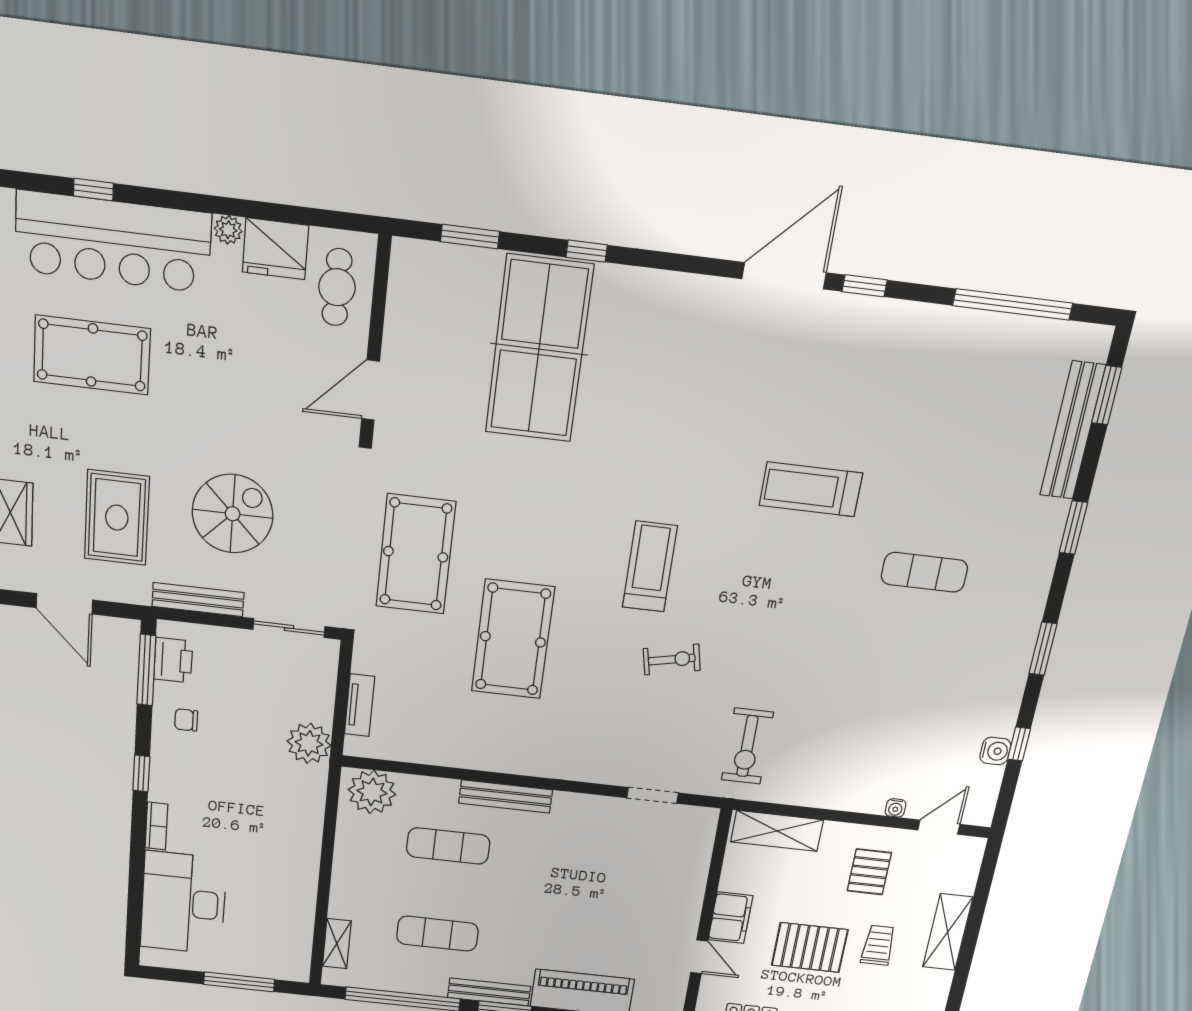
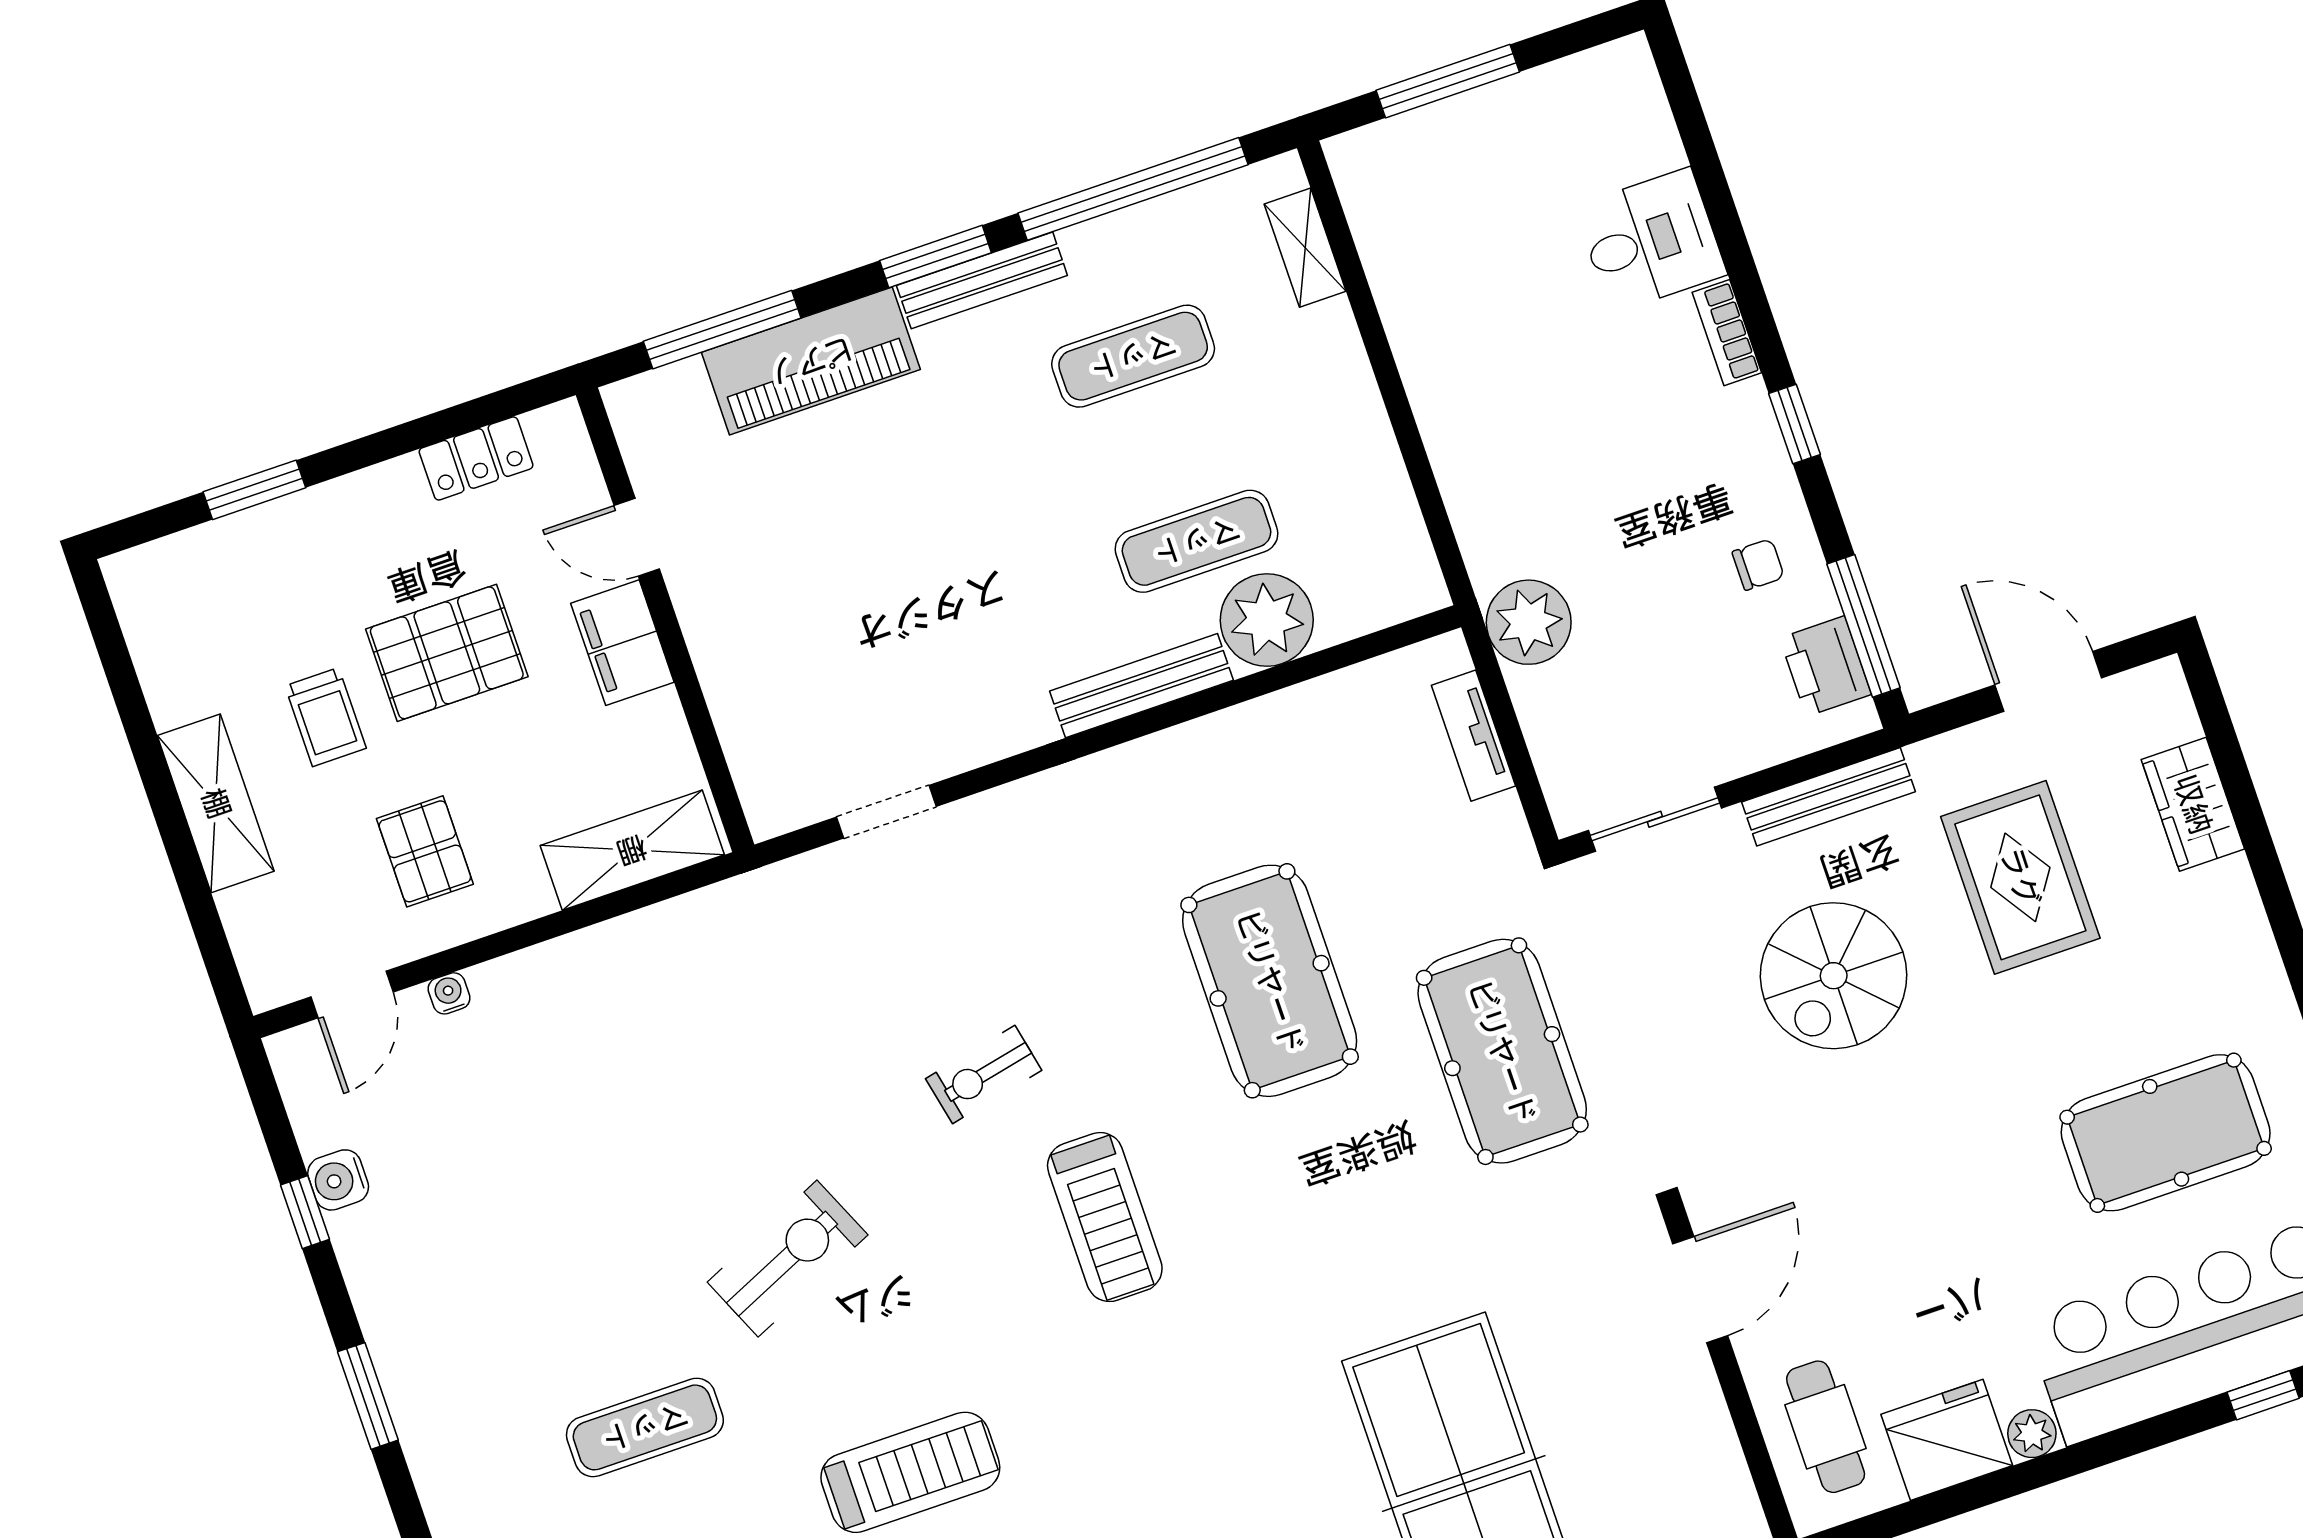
exercise bike: (747, 746) -> (788, 1259), moved, turned 66
plant: (372, 792) -> (1267, 620), moved
desk: (183, 903) -> (1651, 240), width x0.53, depth x0.77

